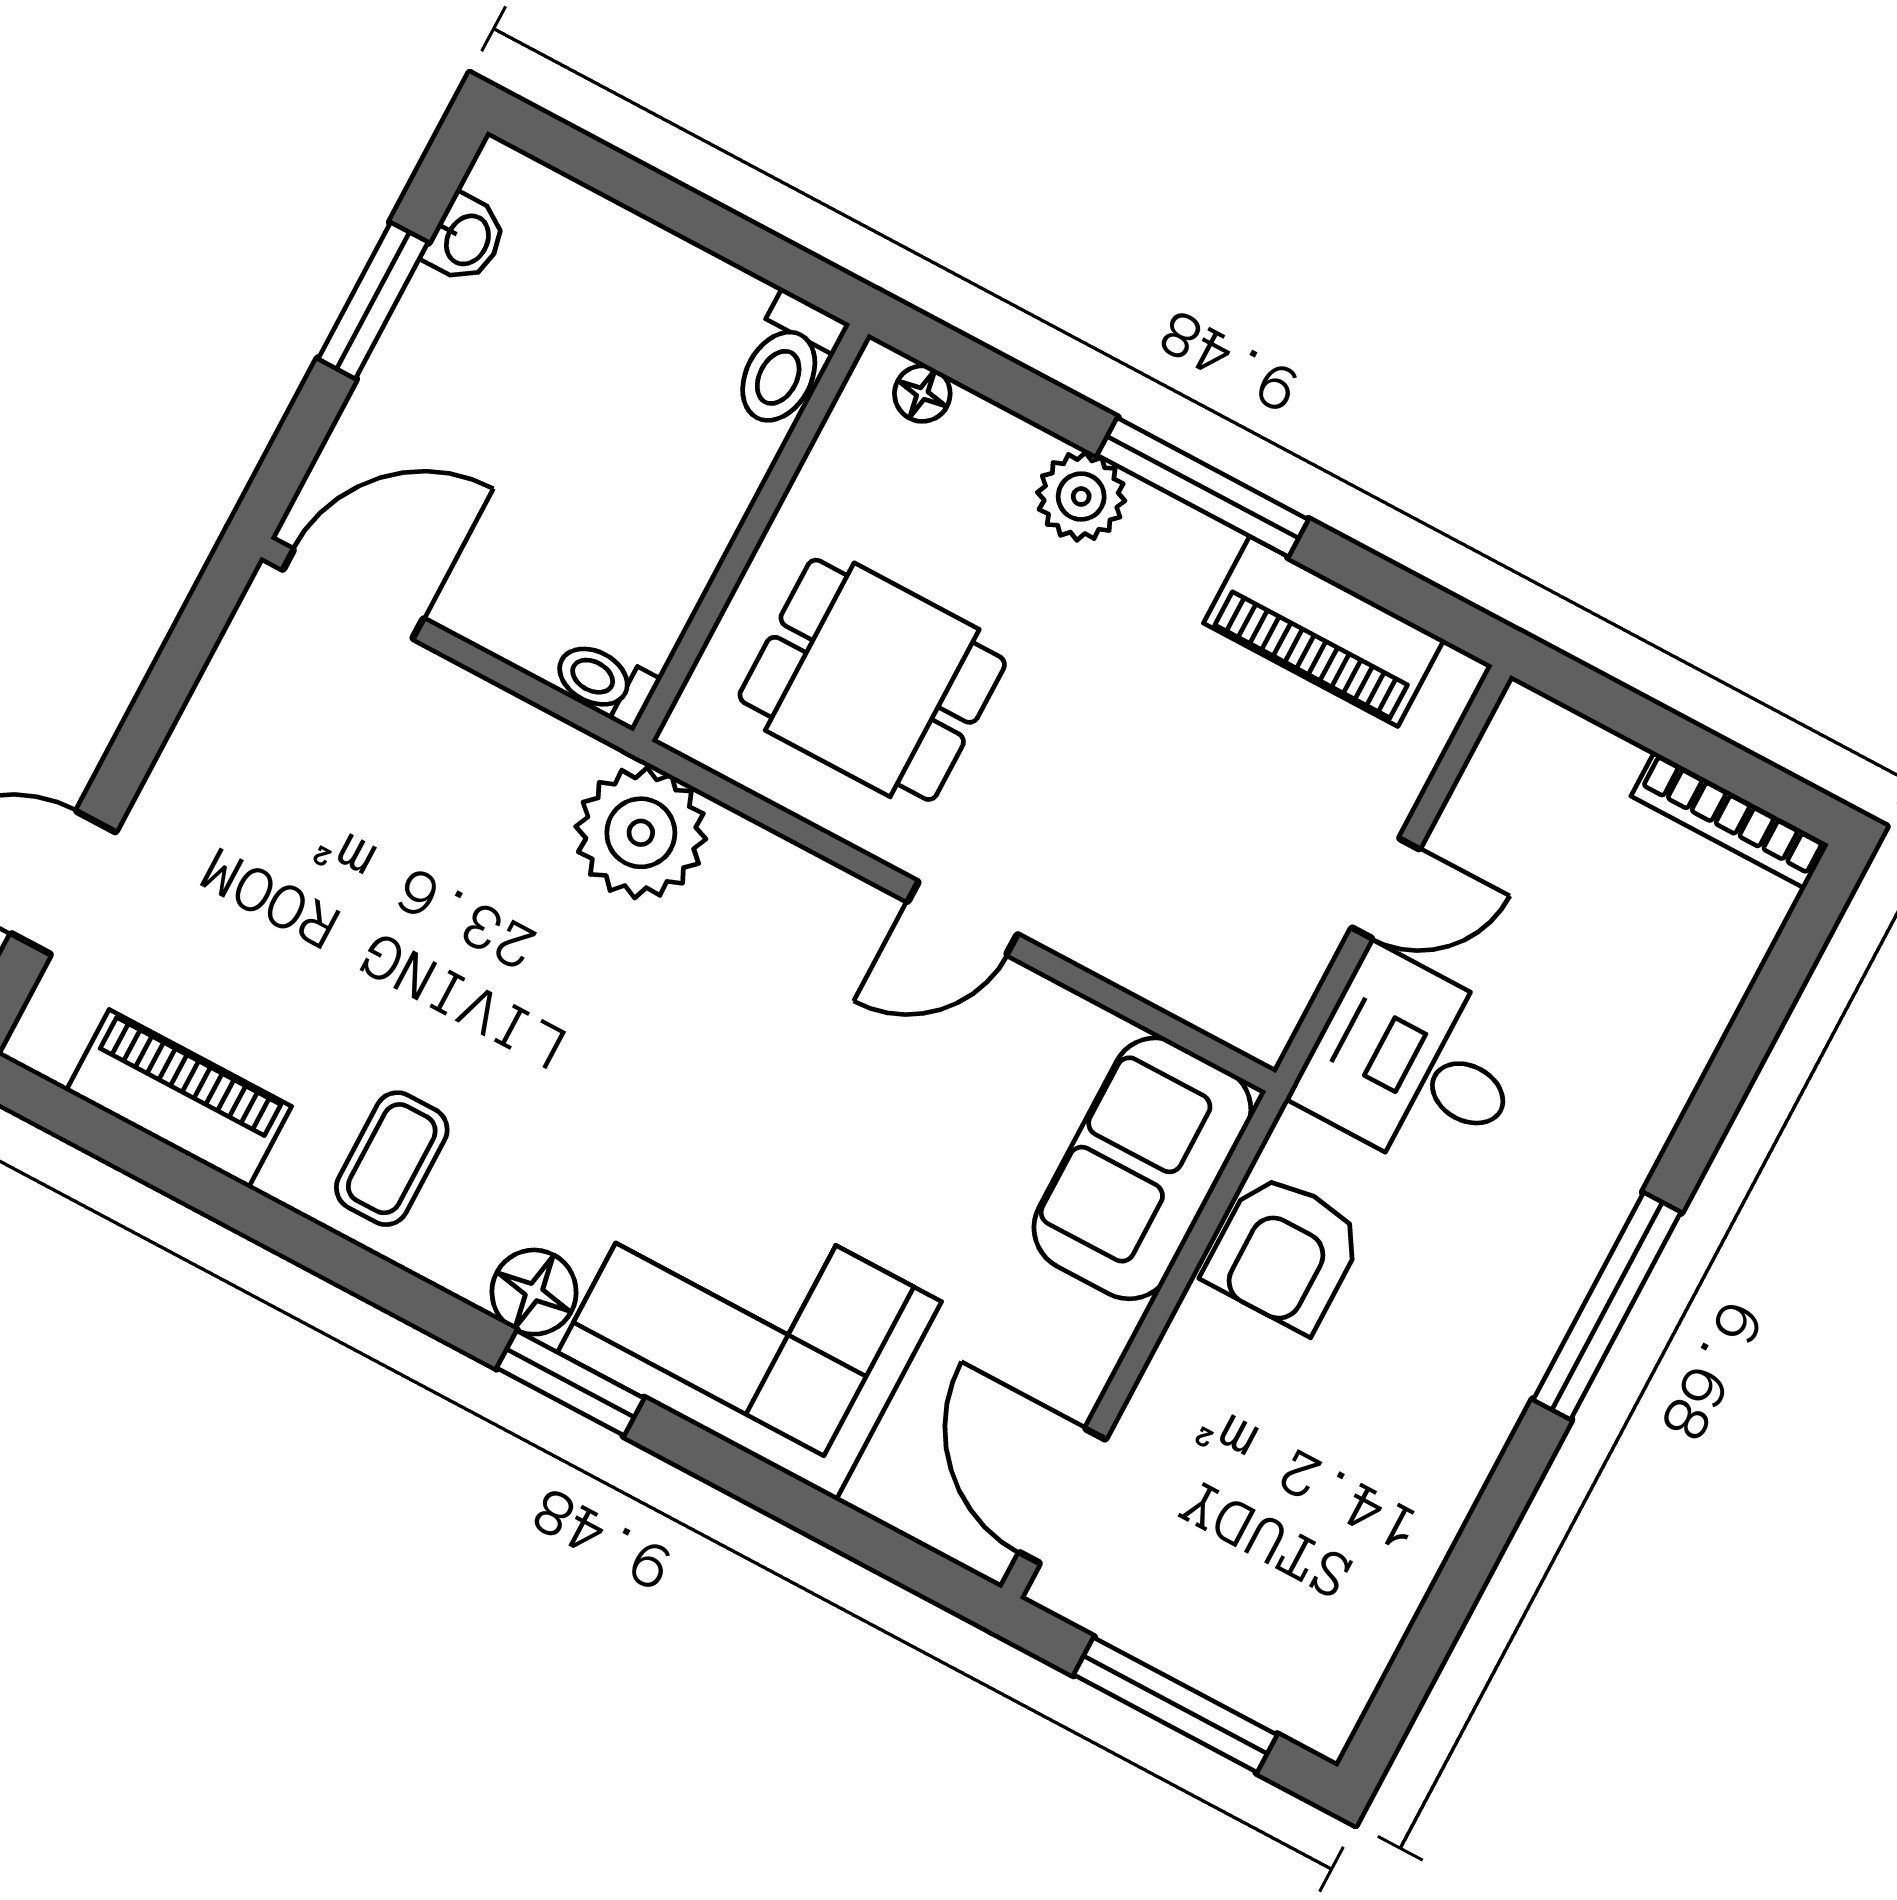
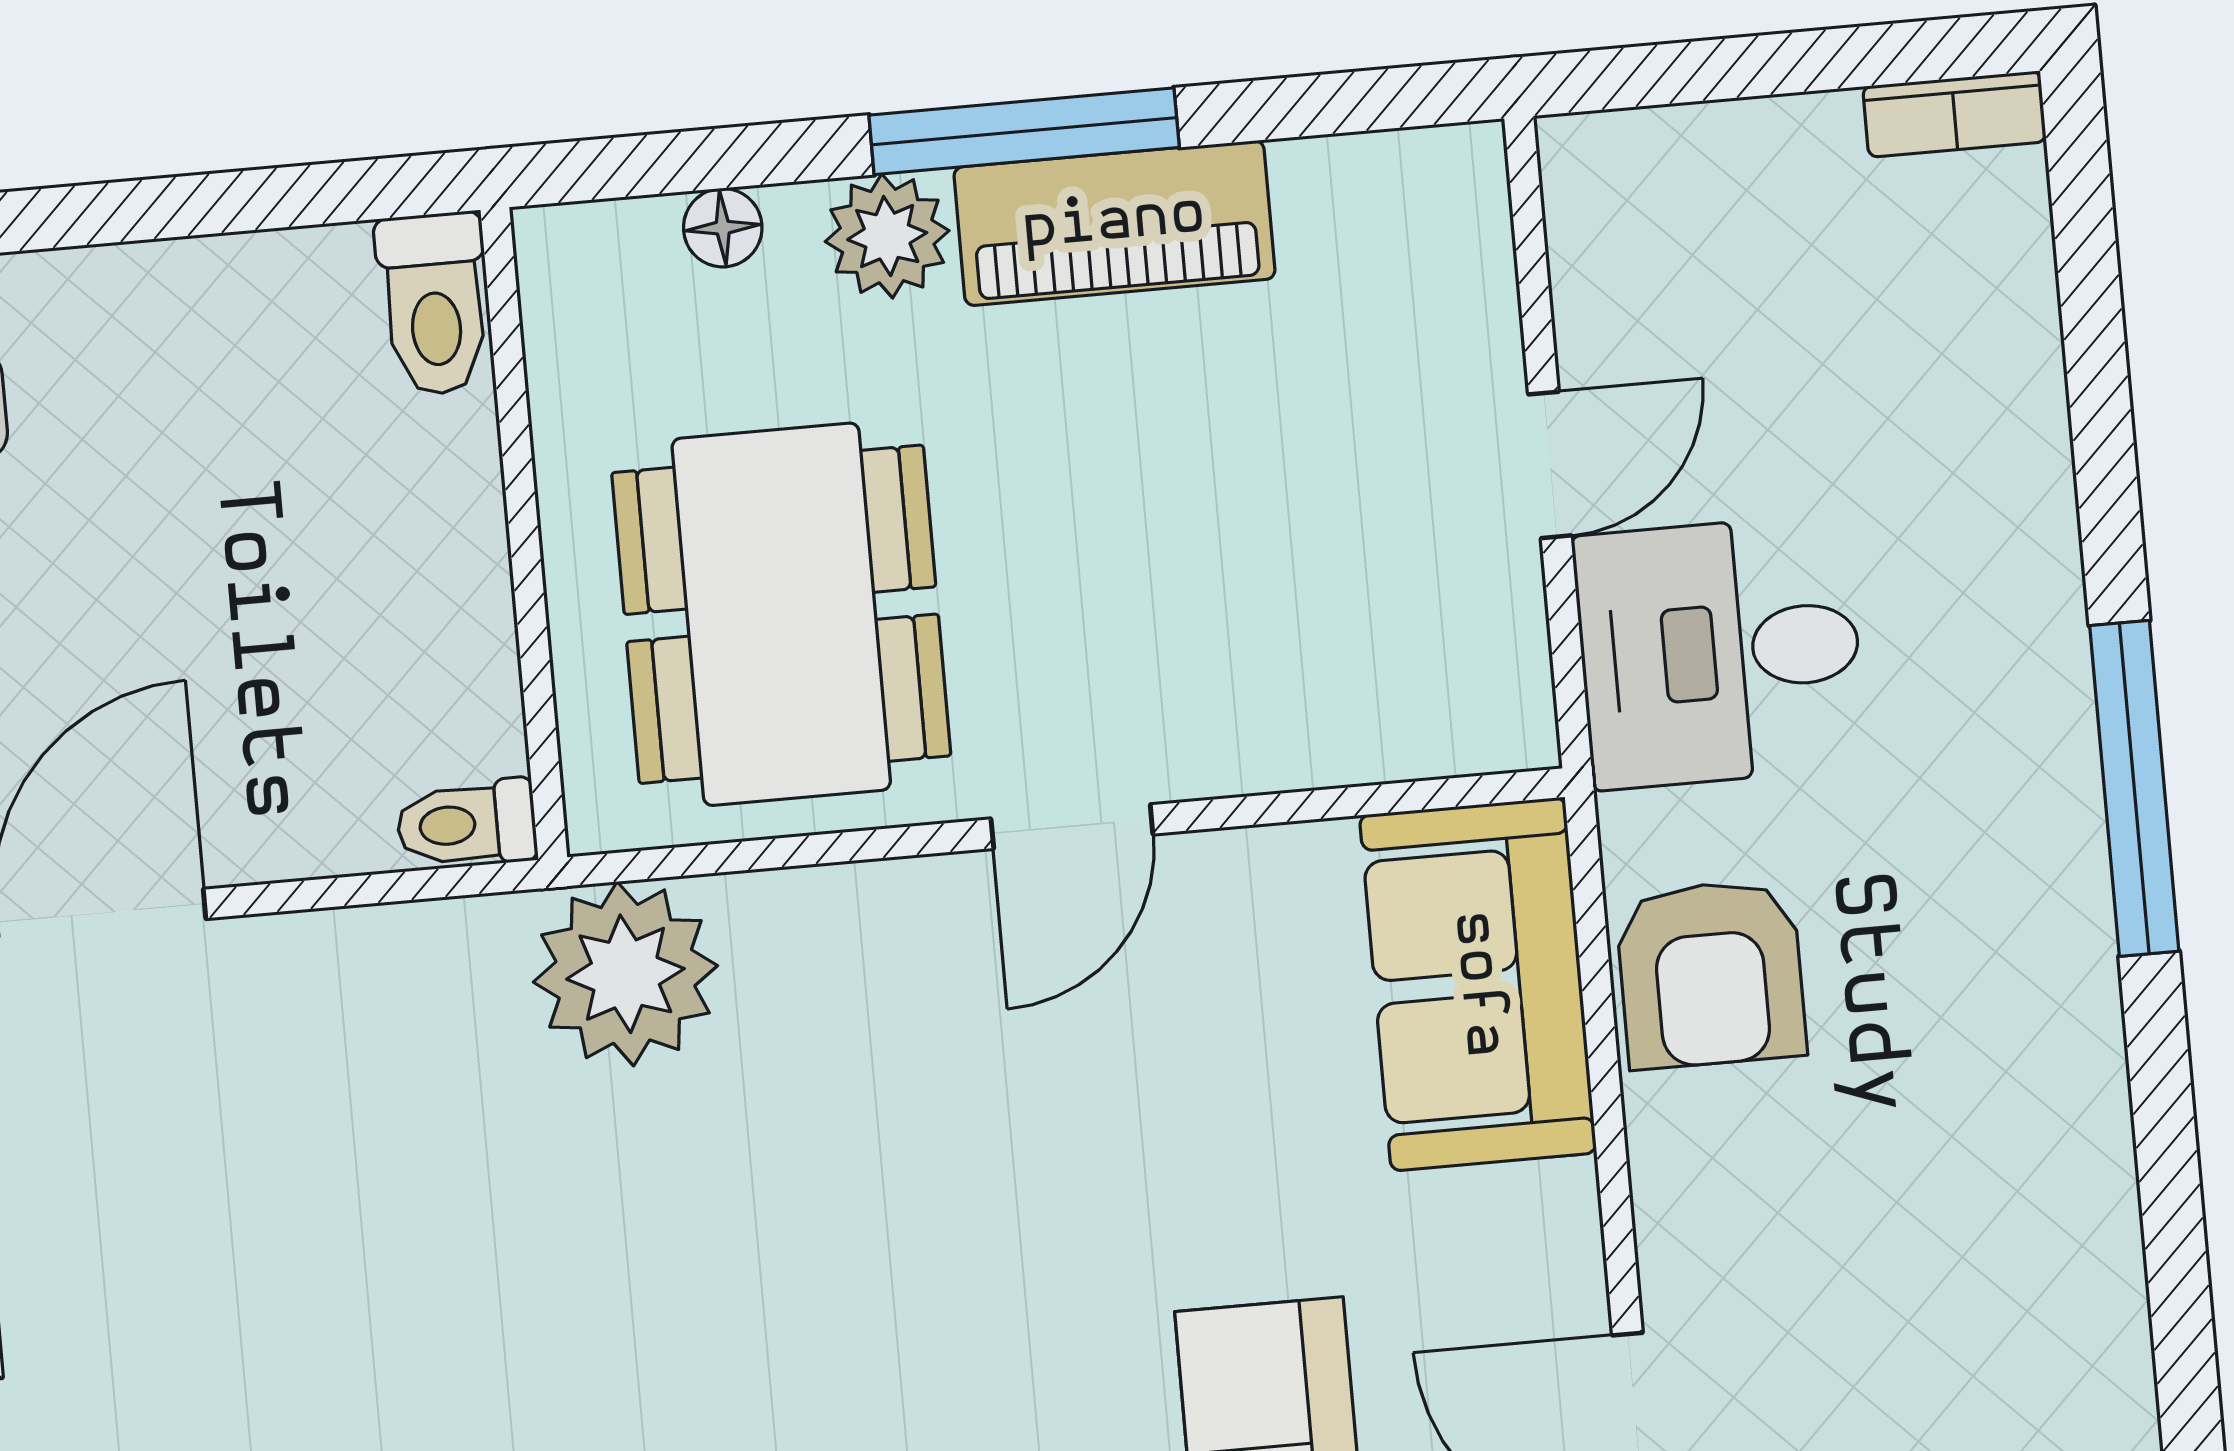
floor lamp: (922, 394) -> (723, 228), moved
piano: (1324, 631) -> (1114, 223), moved
dining table: (872, 680) -> (781, 614), width x1.38
bookcase: (1730, 820) -> (1955, 114), width x0.64

